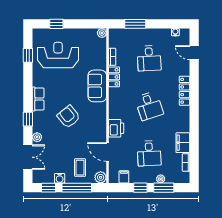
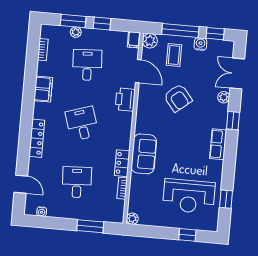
armchair: (69, 117) -> (178, 98), moved
filing cabinet: (183, 143) -> (43, 89), moved
filing cabinet: (124, 177) -> (134, 40), moved

